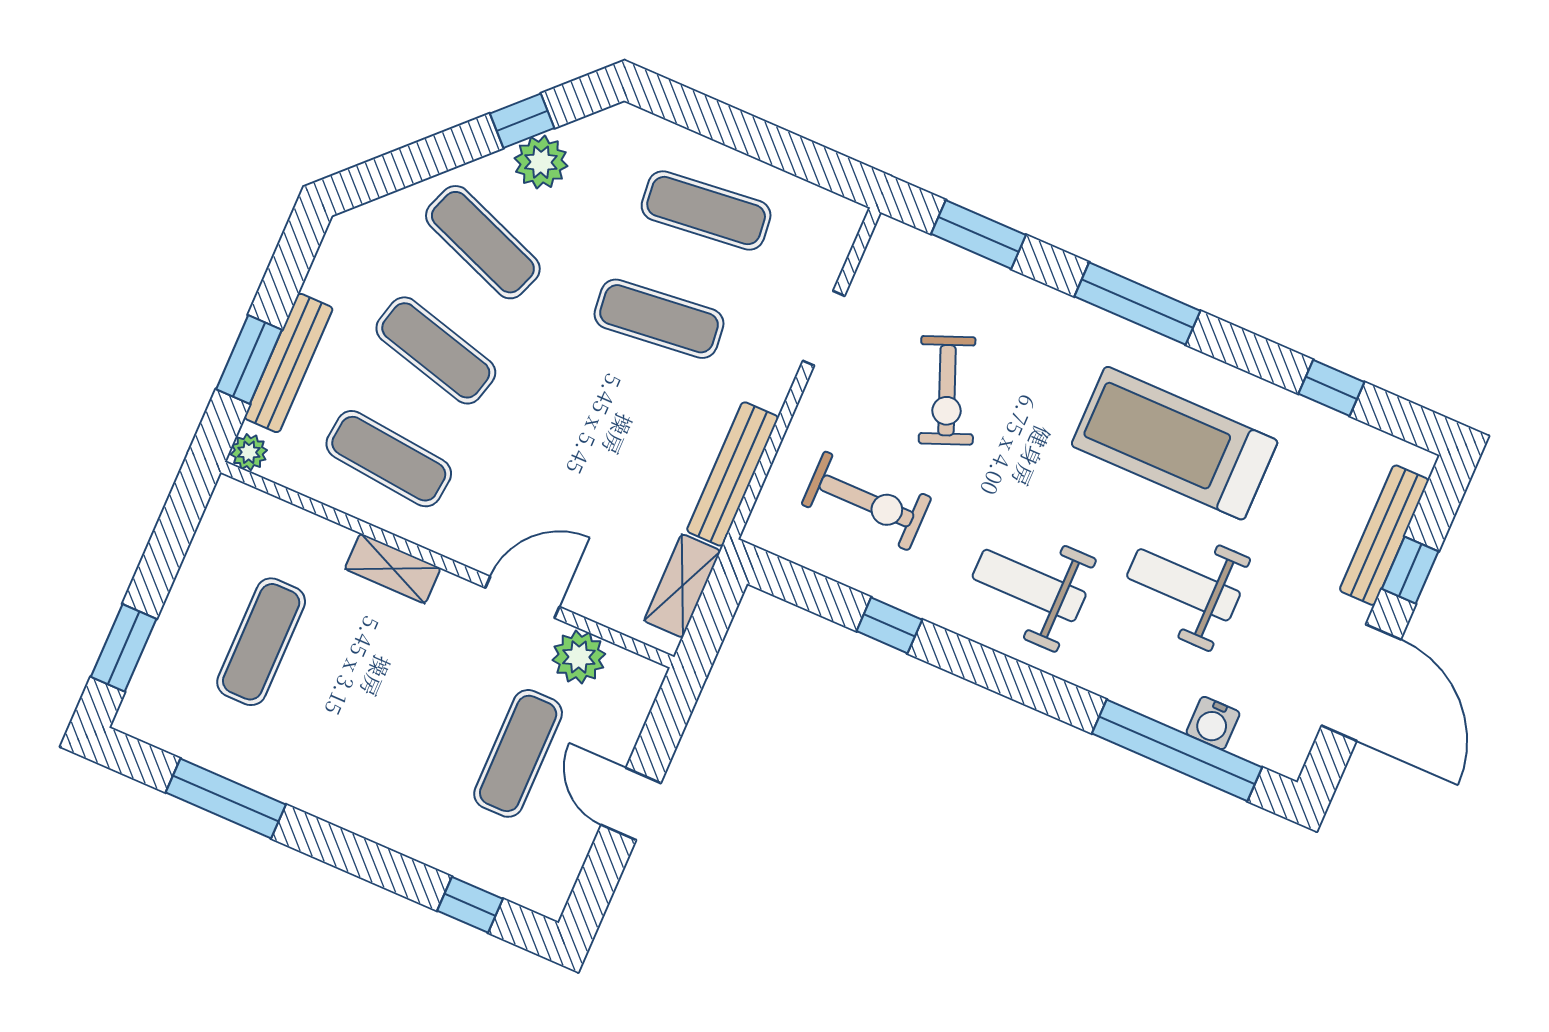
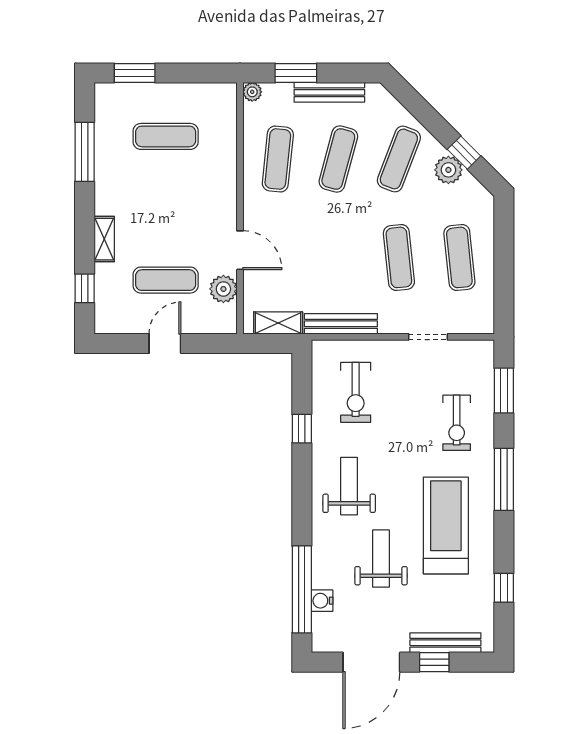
bench: (289, 363) -> (329, 92), moved
exercise bike: (947, 390) -> (457, 423), moved, turned -68
shelving: (393, 568) -> (104, 239), moved

